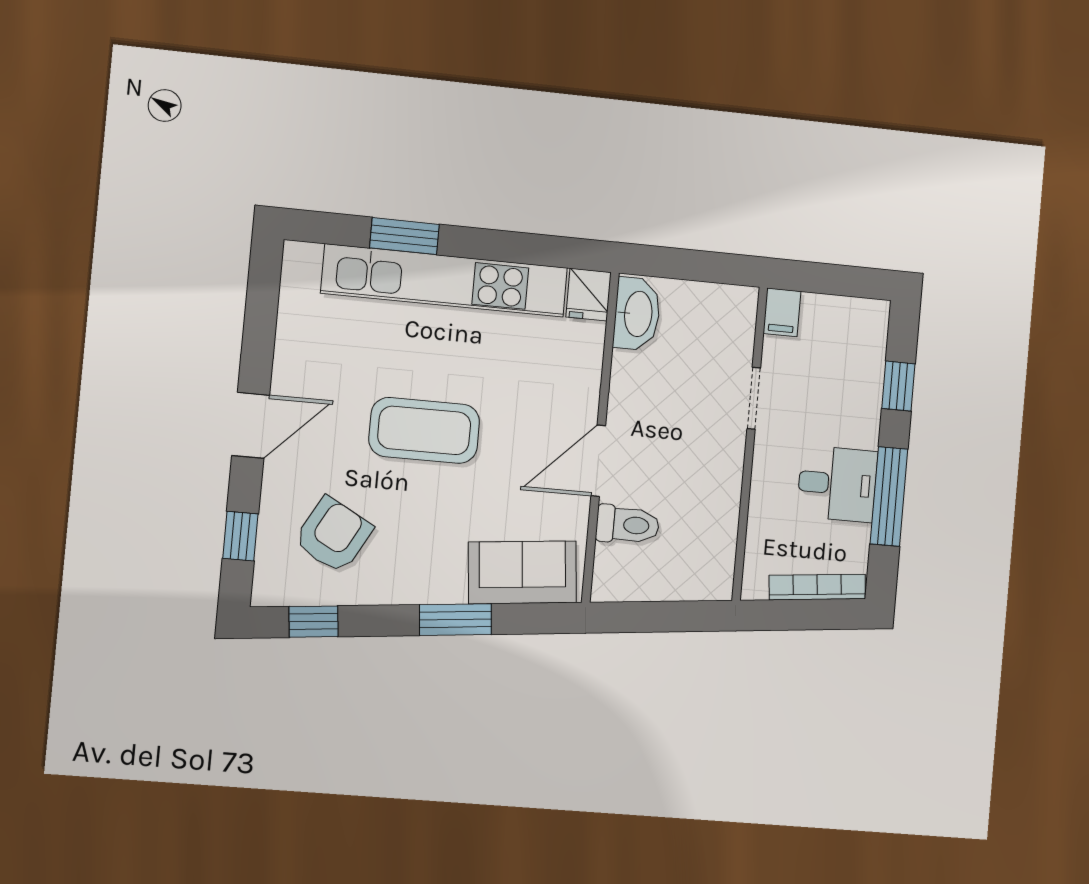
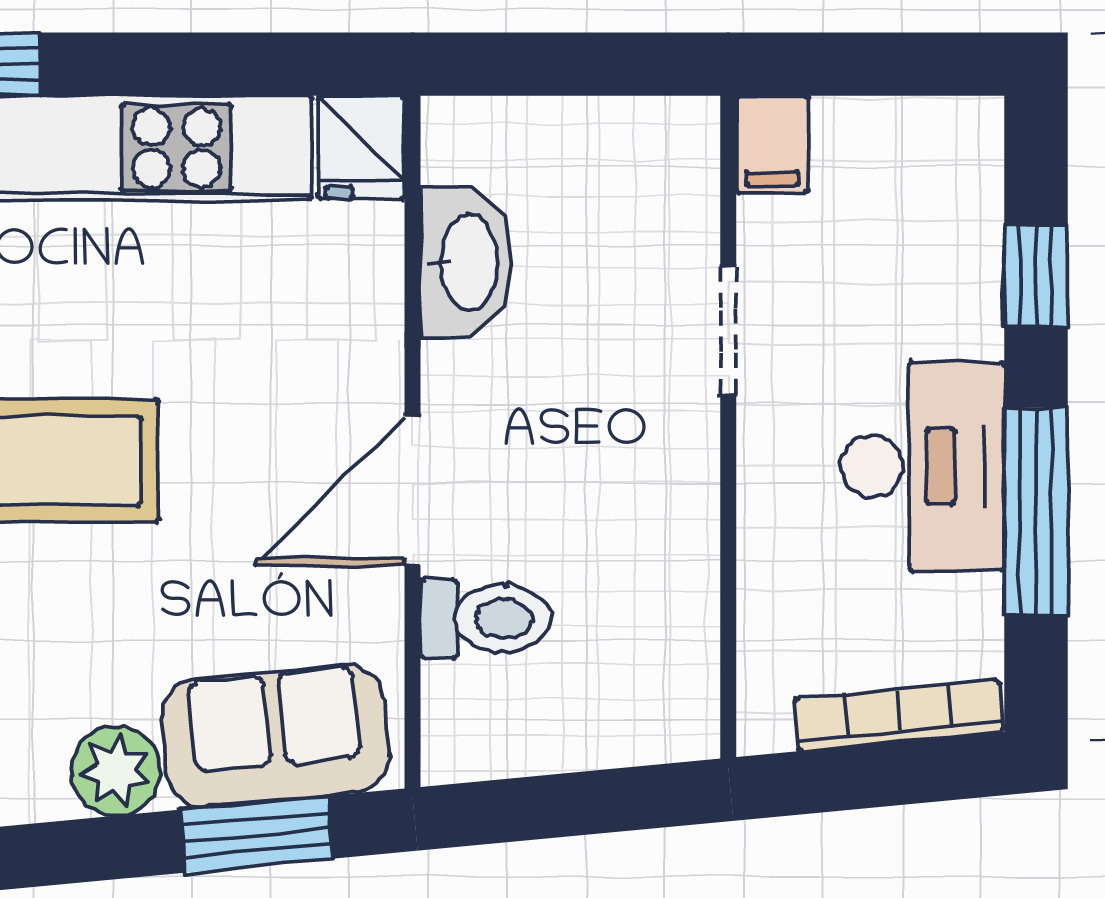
washbasin: (637, 314) -> (466, 262), moved
desk: (837, 484) -> (922, 466), width x1.37
plant: (444, 583) -> (116, 771), added
window: (455, 620) -> (257, 834), moved

